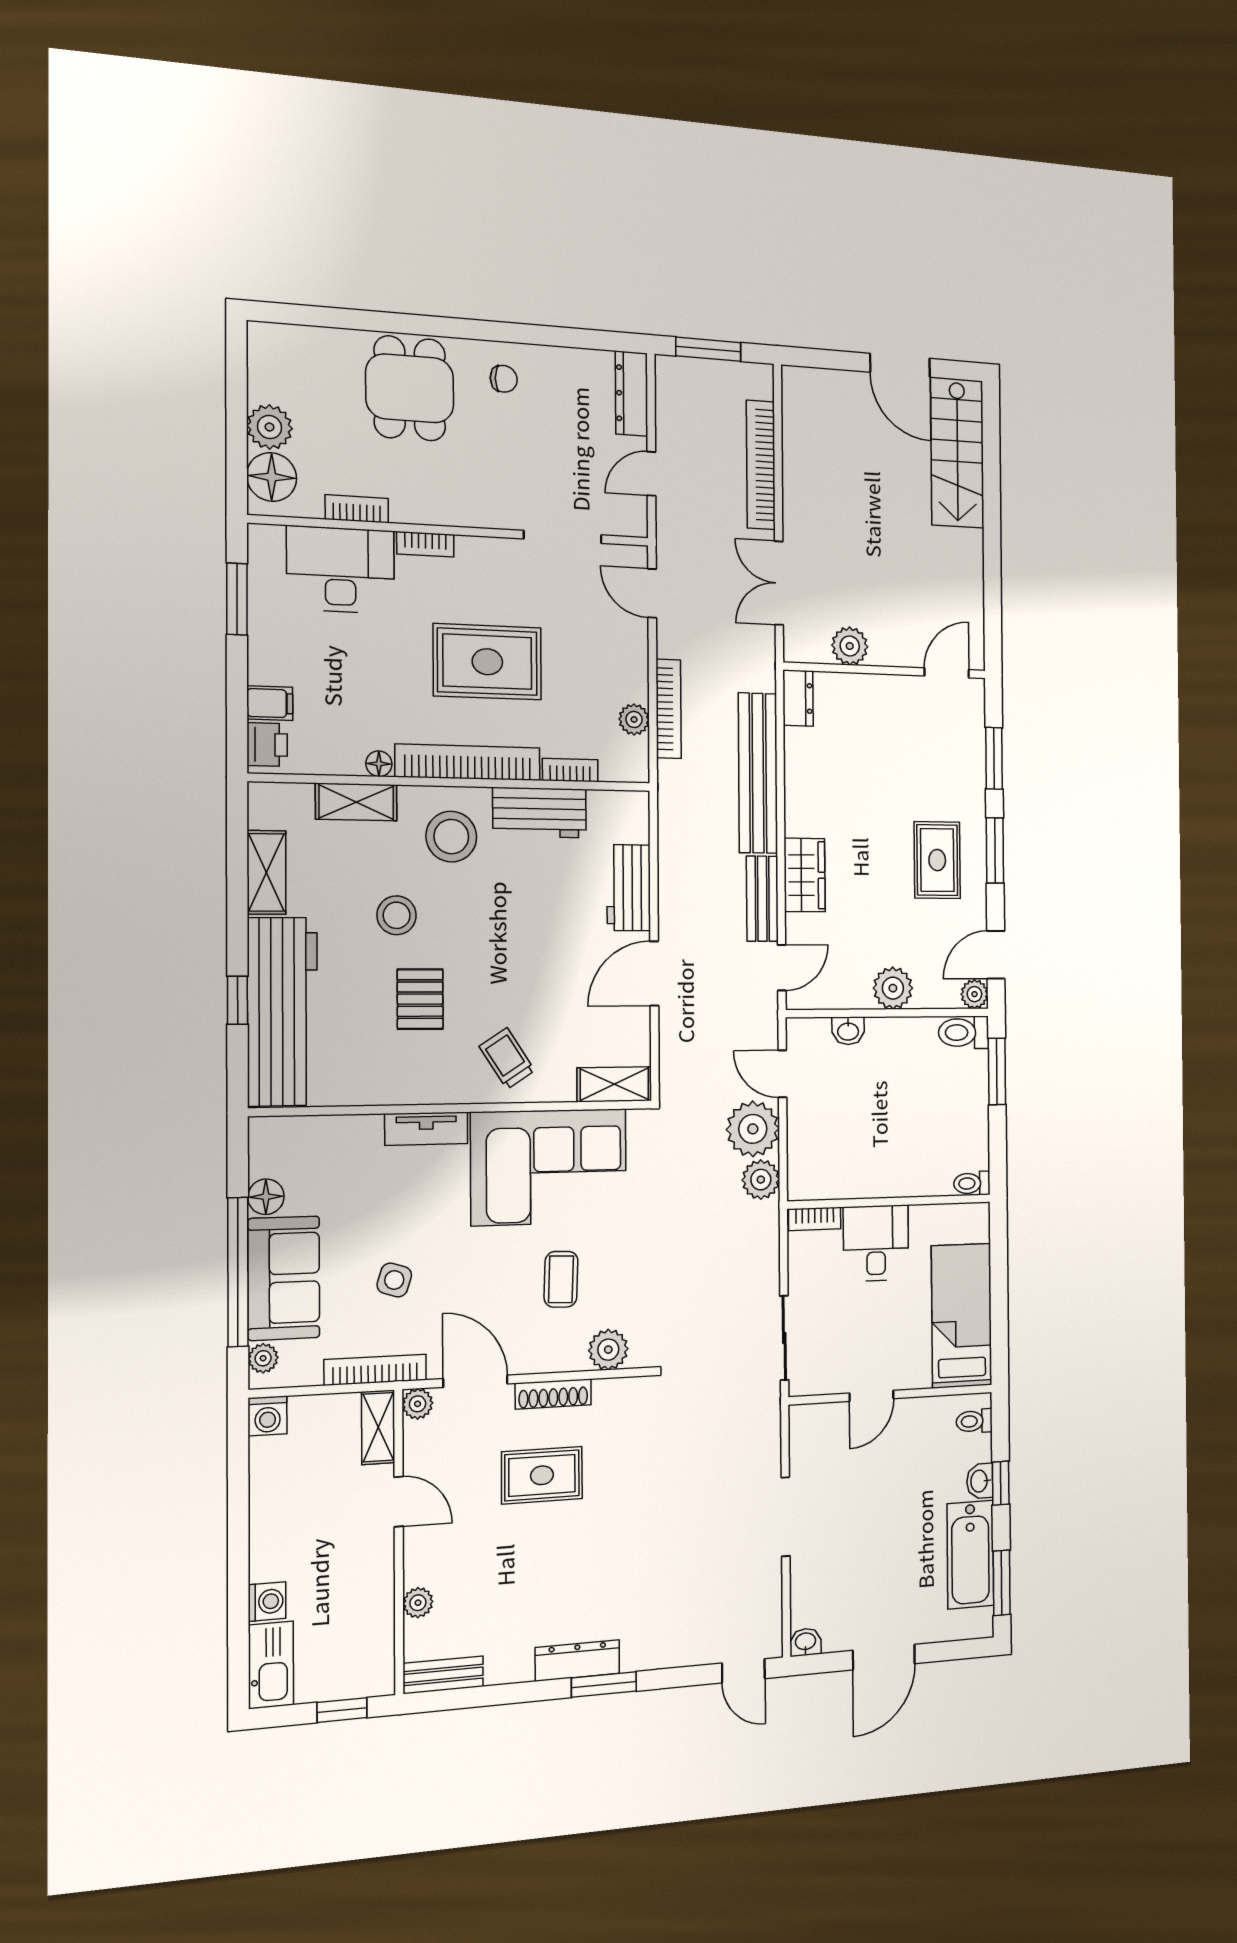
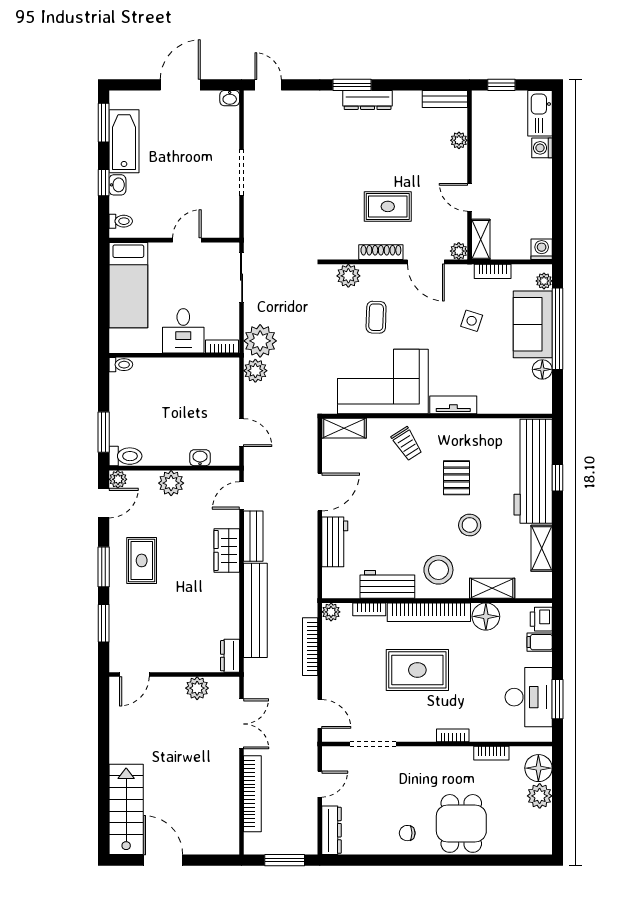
desk: (341, 570) -> (529, 697), moved, turned -90
plant: (634, 719) -> (331, 612), moved
floor lamp: (379, 764) -> (486, 616), width x1.89, depth x1.89
plant: (753, 1129) -> (260, 341), moved
bookcase: (375, 1370) -> (493, 271), width x0.64

